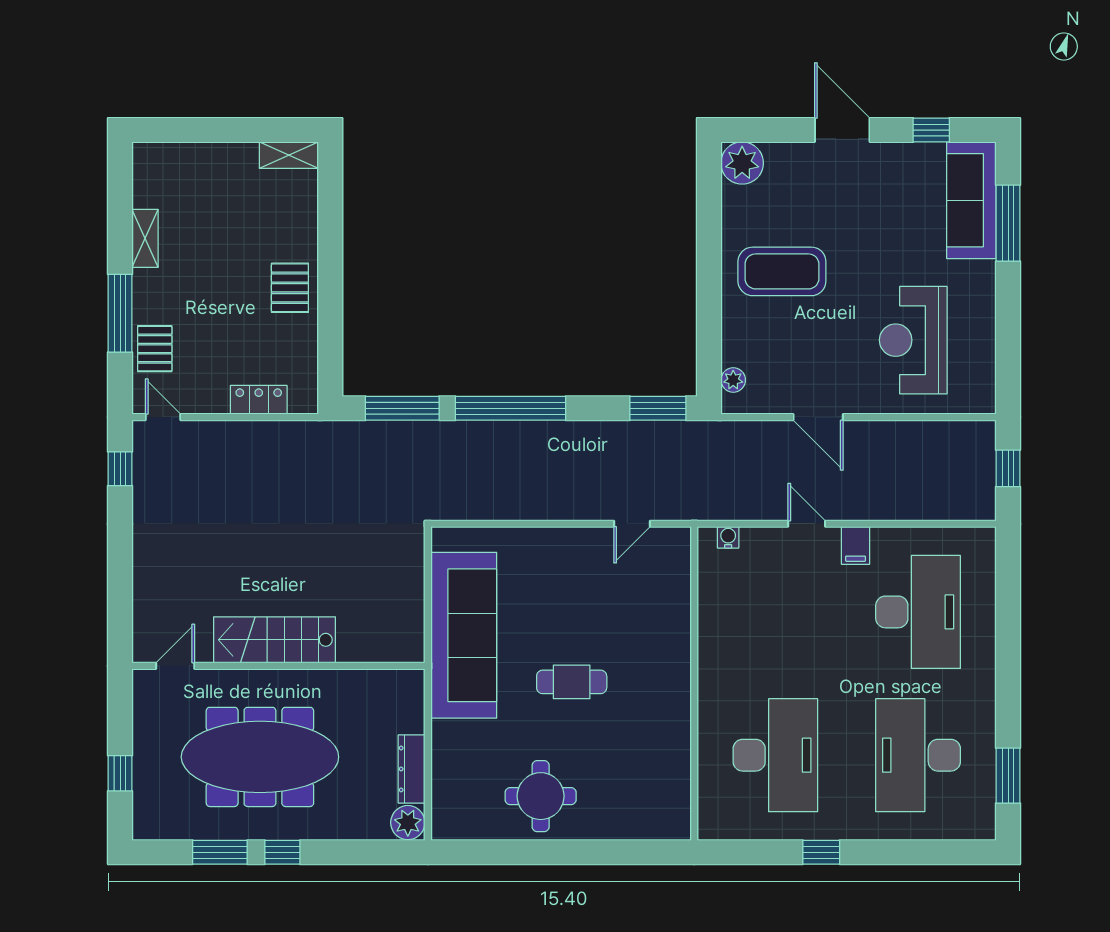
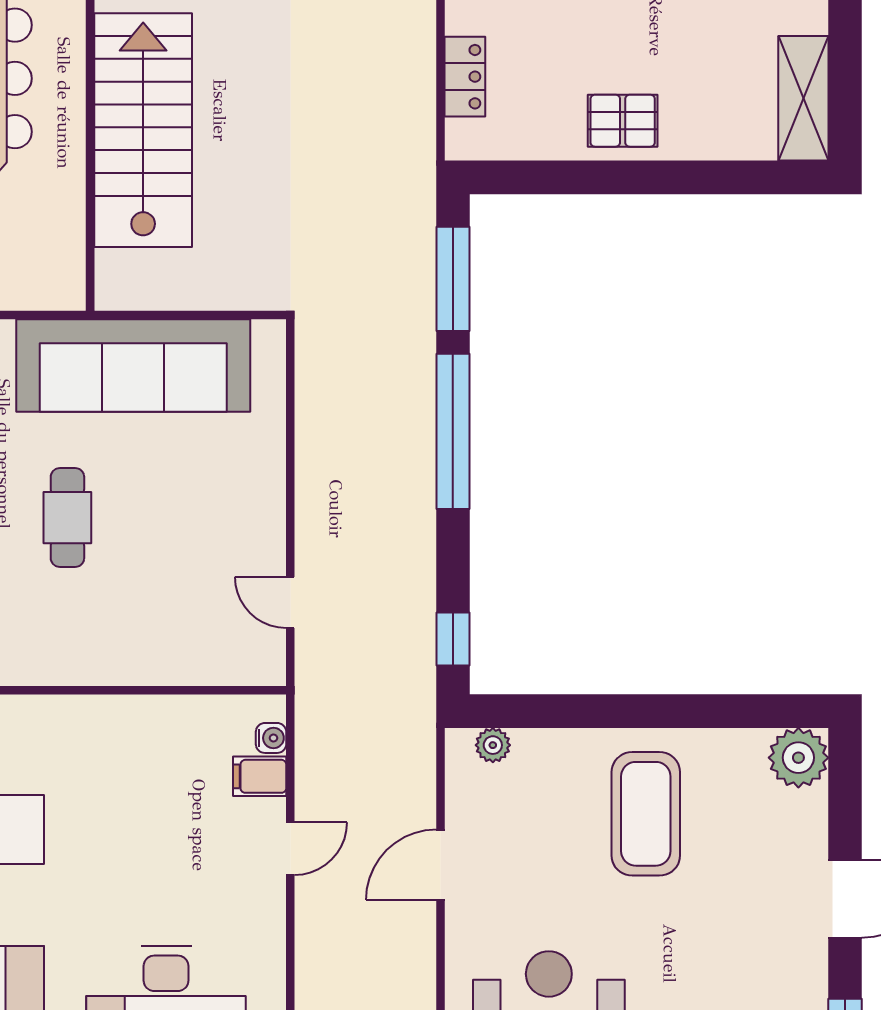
shelving: (289, 155) -> (803, 98), width x1.50, depth x1.33
window: (658, 408) -> (453, 639), width x0.67
filing cabinet: (855, 545) -> (260, 776), moved
stairs: (275, 640) -> (143, 130), width x1.36, depth x1.51

